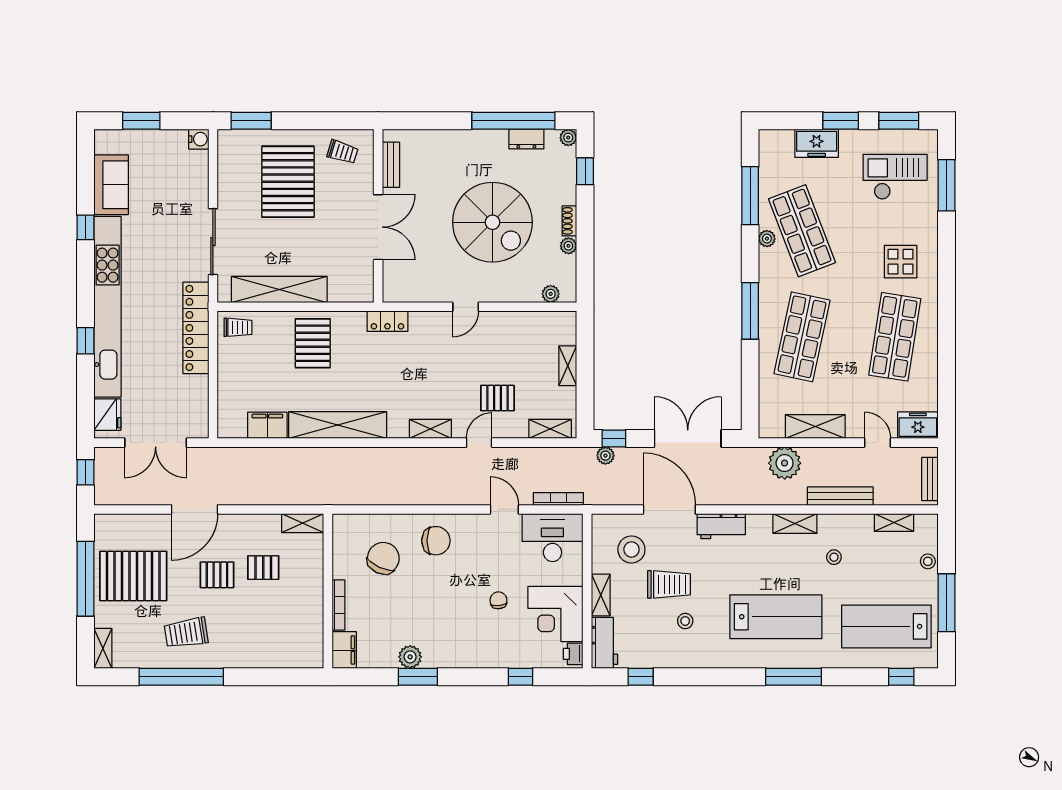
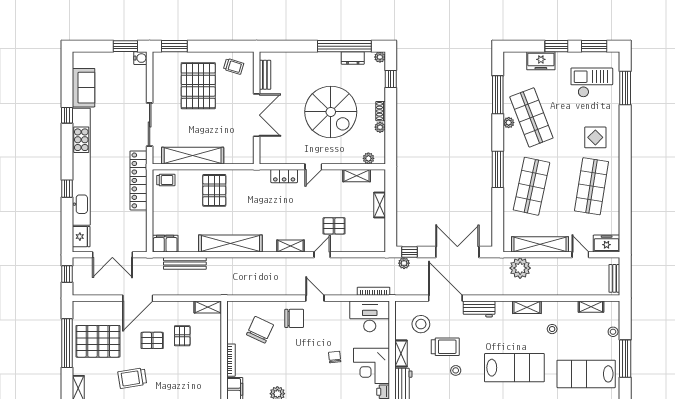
window: (141, 121) -> (125, 46), moved
locker: (387, 321) -> (284, 176), moved
filing cabinet: (267, 425) -> (165, 244), moved
shelving: (815, 426) -> (540, 244), width x1.47
shelving: (550, 429) -> (357, 176), moved
bench: (840, 496) -> (185, 263), moved
door: (504, 509) -> (315, 298), moved
pallet: (263, 568) -> (182, 336), turned 90

